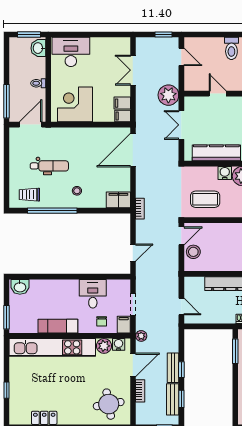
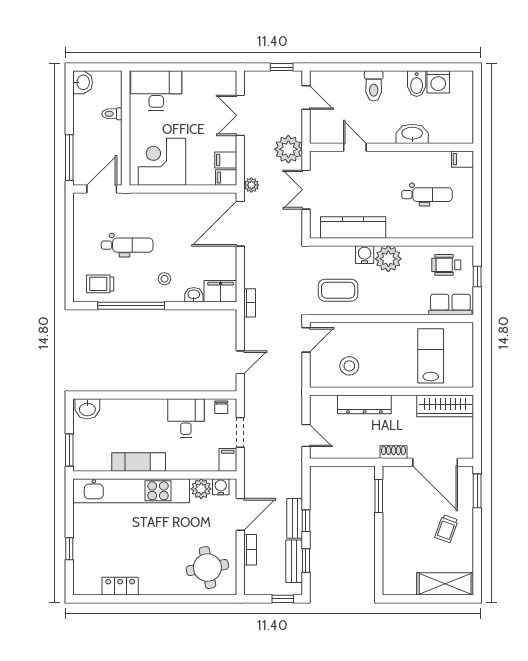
window: (29, 34) -> (100, 67), removed
washbasin: (38, 48) -> (83, 82), moved, turned 180
toilet: (38, 83) -> (112, 114), moved
washbasin: (99, 203) -> (194, 295), added
stool: (193, 252) -> (349, 366), moved
chair: (102, 321) -> (221, 407), moved
plant: (141, 336) -> (251, 185), moved

